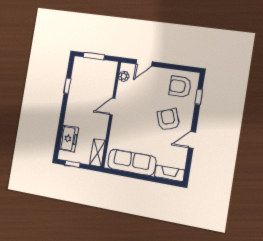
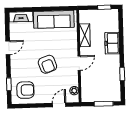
armchair: (168, 120) -> (47, 64), moved
freezer: (69, 139) -> (112, 43), moved
shelving: (97, 153) -> (85, 35), moved

